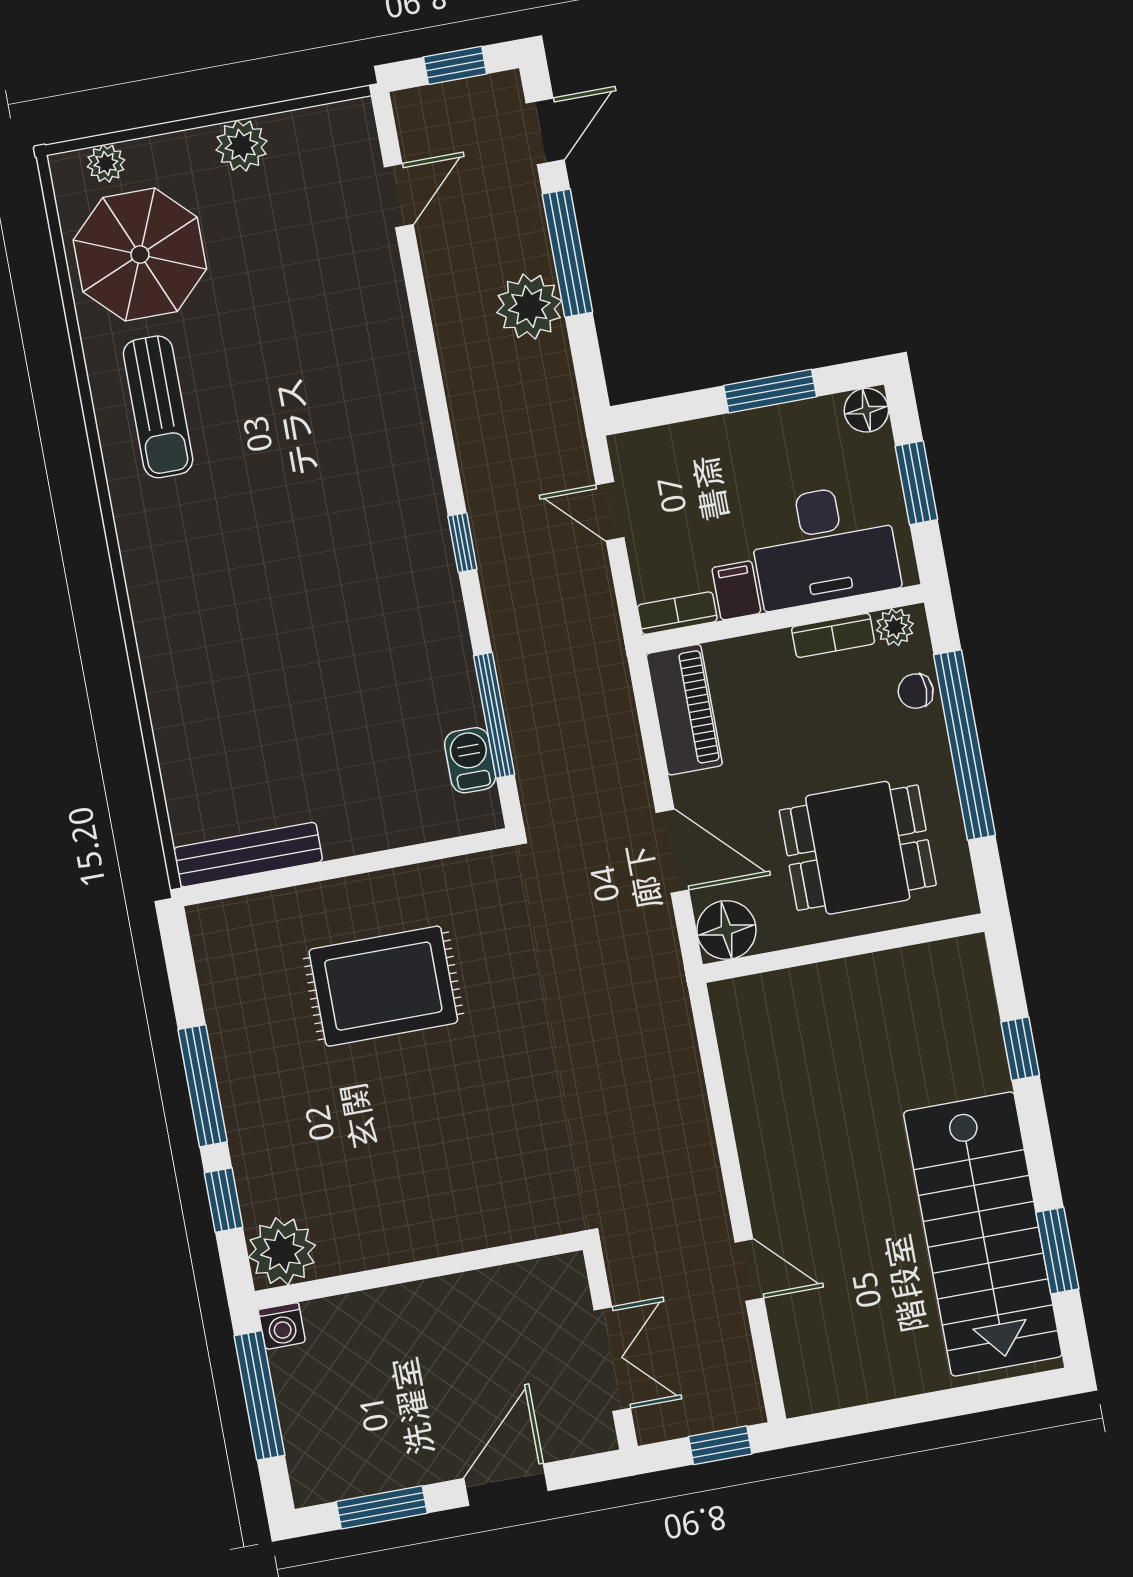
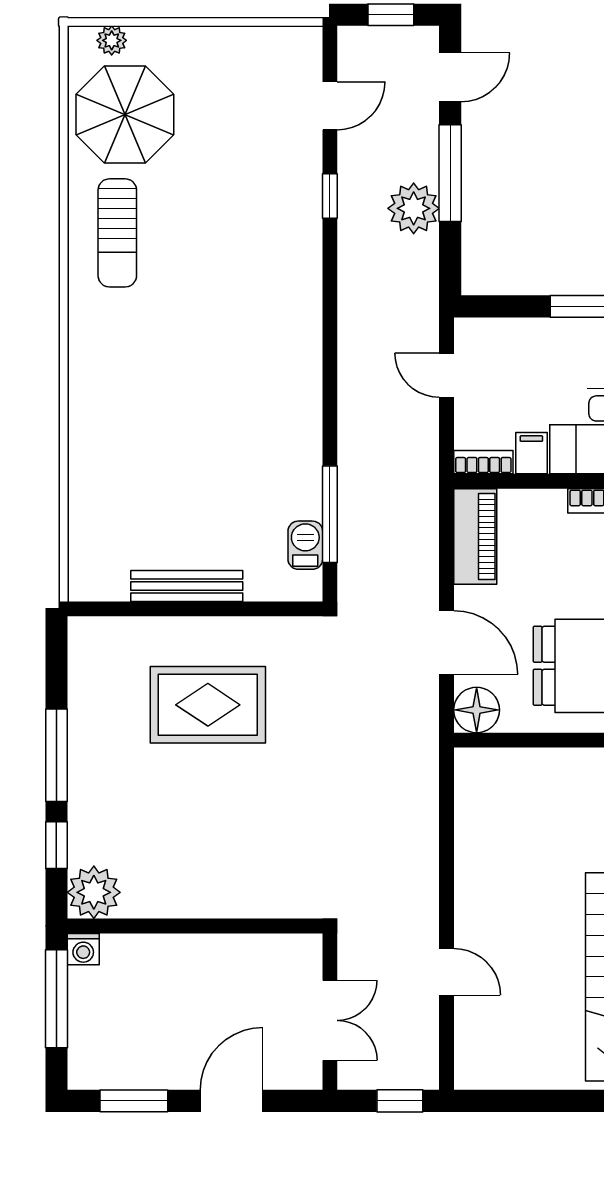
plant: (241, 146) -> (217, 46), removed
window: (462, 543) -> (330, 196), moved
bench: (248, 855) -> (187, 586), moved

